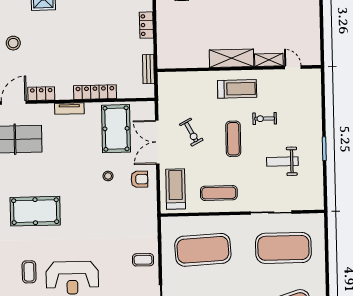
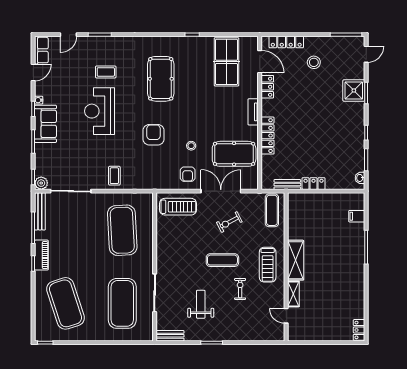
locker: (146, 25) -> (314, 184), moved
door: (293, 67) -> (286, 316), swing flipped
exercise mat: (219, 193) -> (272, 210), moved
bench: (318, 195) -> (170, 336), added
armchair: (97, 218) -> (153, 135), added

